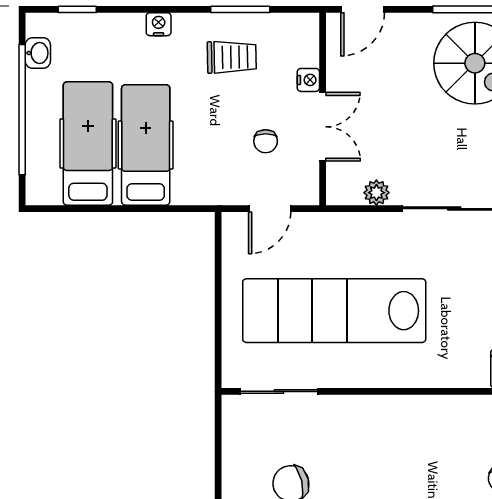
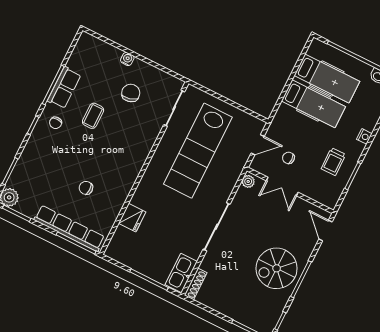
nightstand: (308, 80) -> (306, 191), removed
plant: (376, 193) -> (248, 181), moved
door: (270, 209) -> (258, 145), swing flipped
lab bench: (334, 311) -> (198, 151), turned 180

